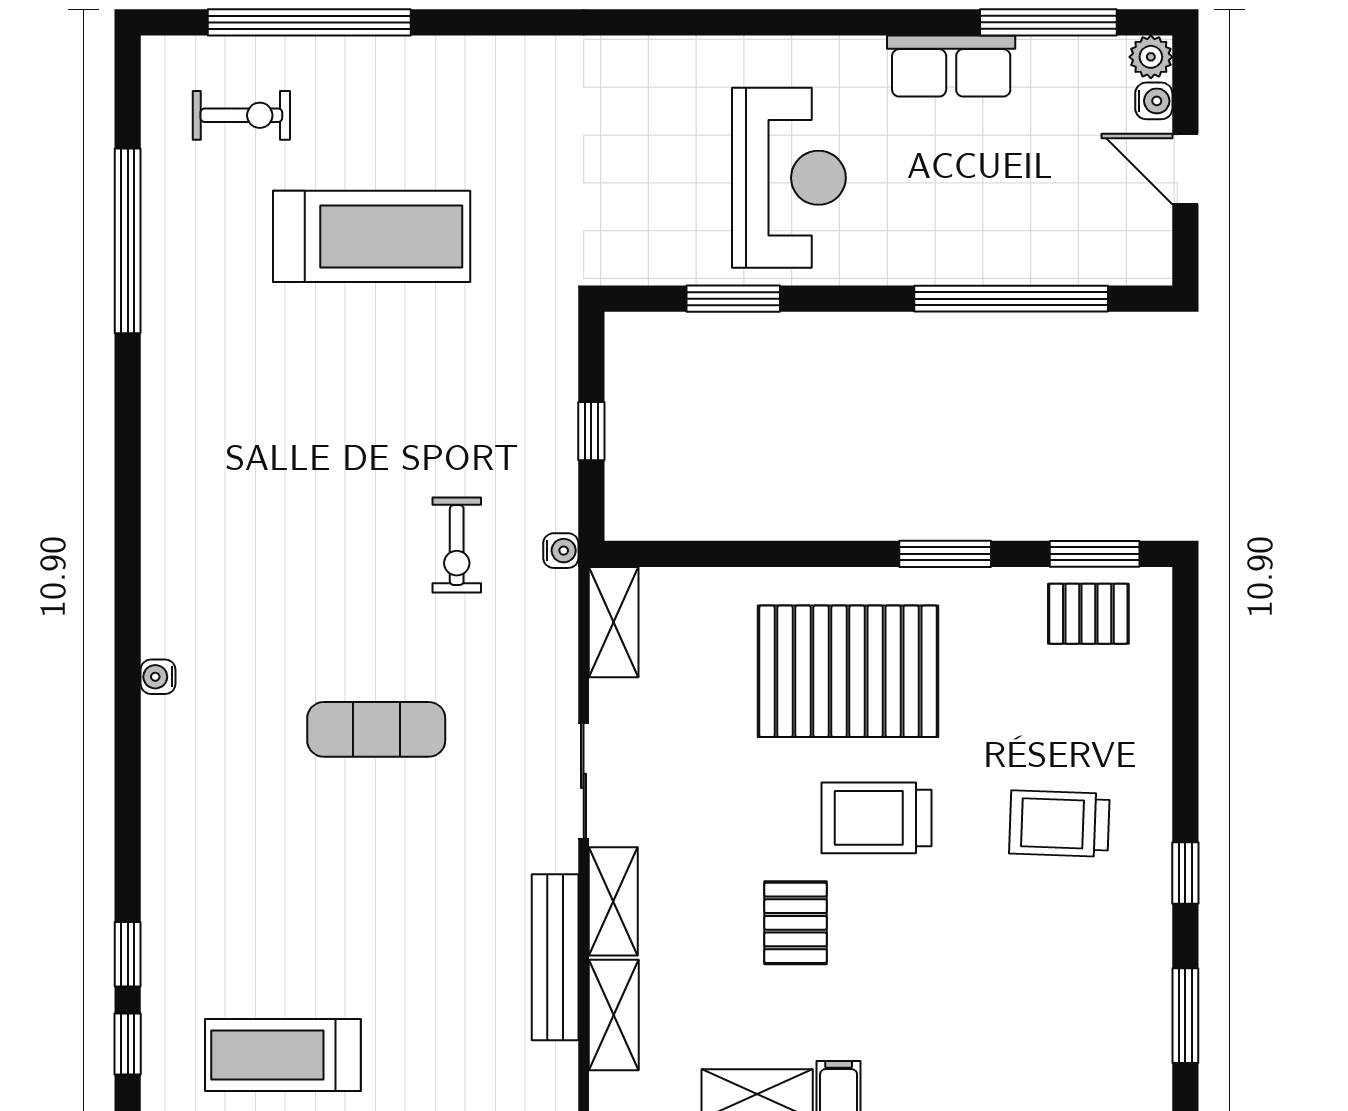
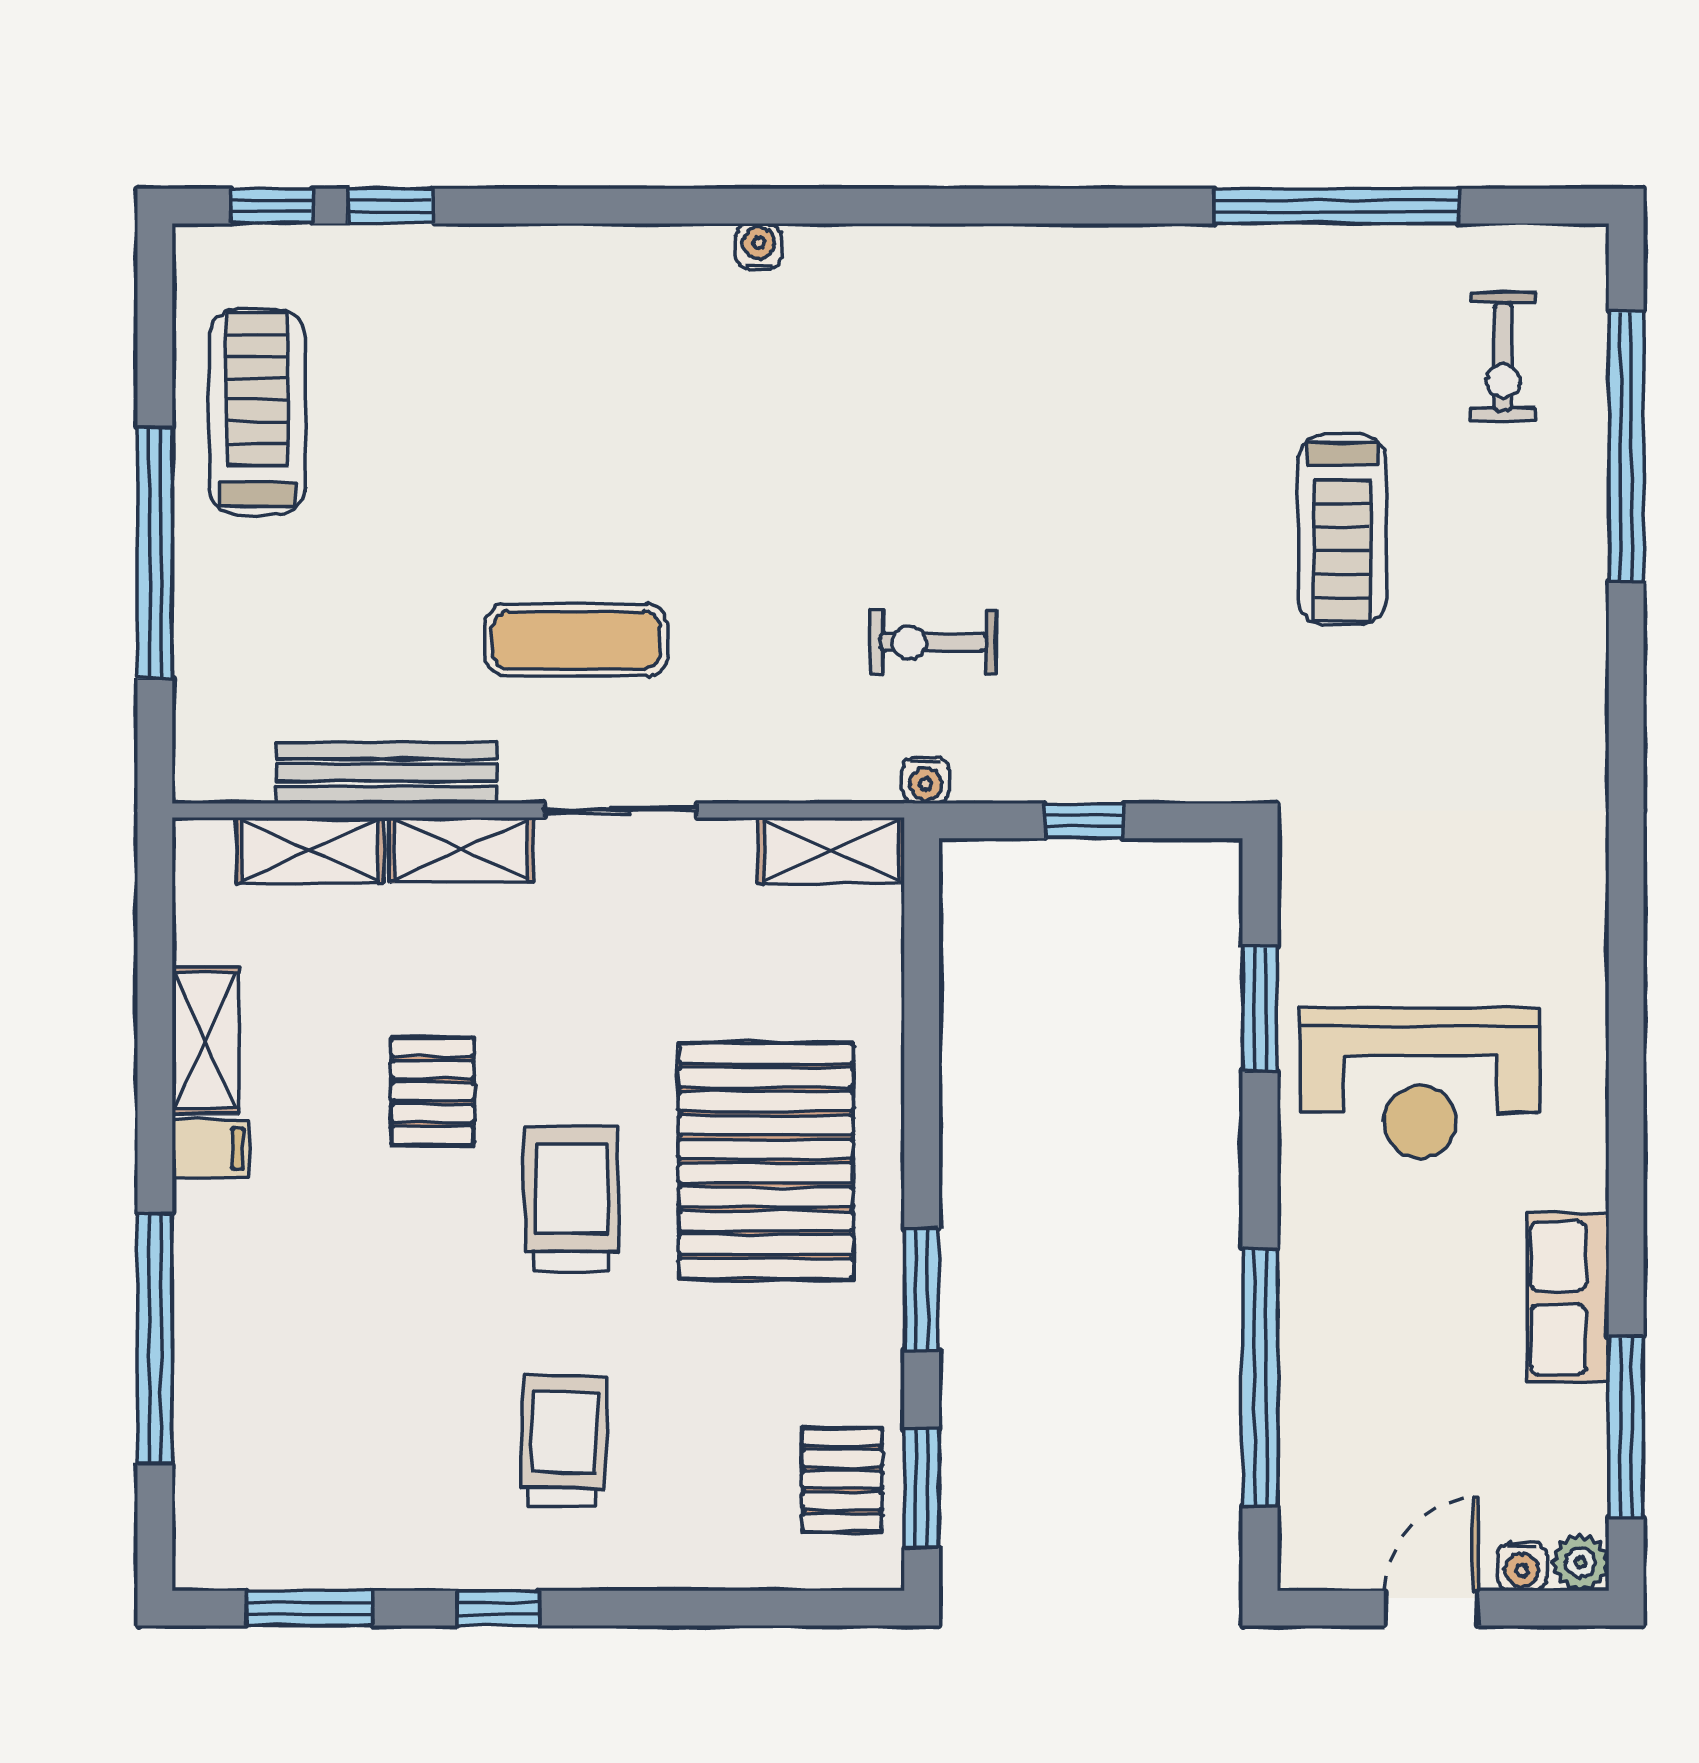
treadmill: (372, 236) -> (1342, 529), width x0.73, depth x0.73
exercise mat: (376, 729) -> (576, 640), moved, turned 90
pallet: (796, 923) -> (432, 1091), turned 90

